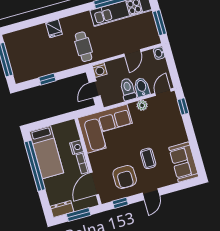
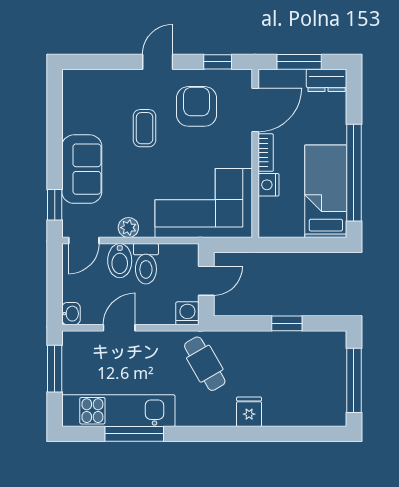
cafe table: (84, 47) -> (205, 364), turned -30
sofa: (184, 162) -> (82, 169), moved

